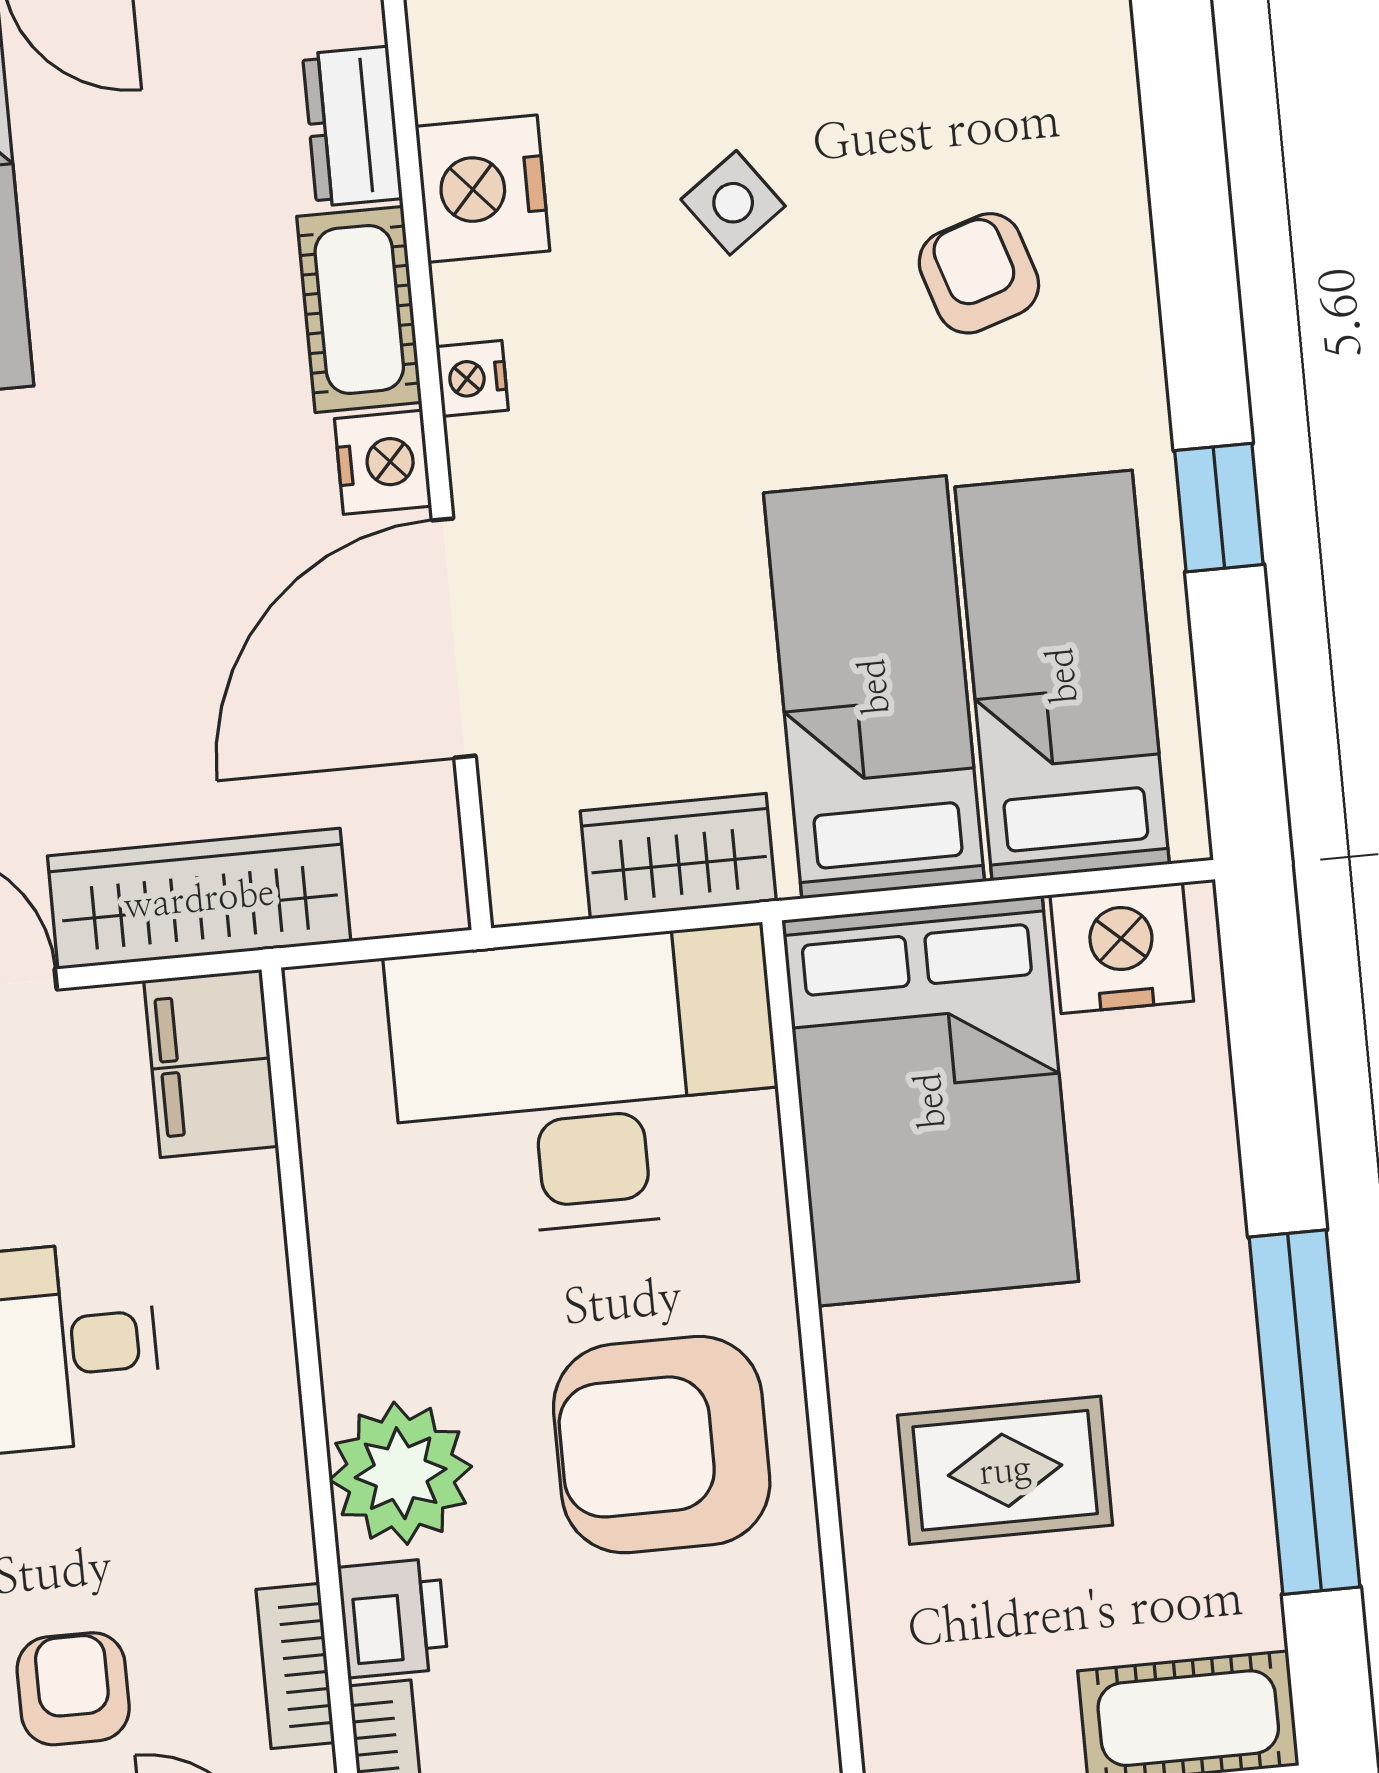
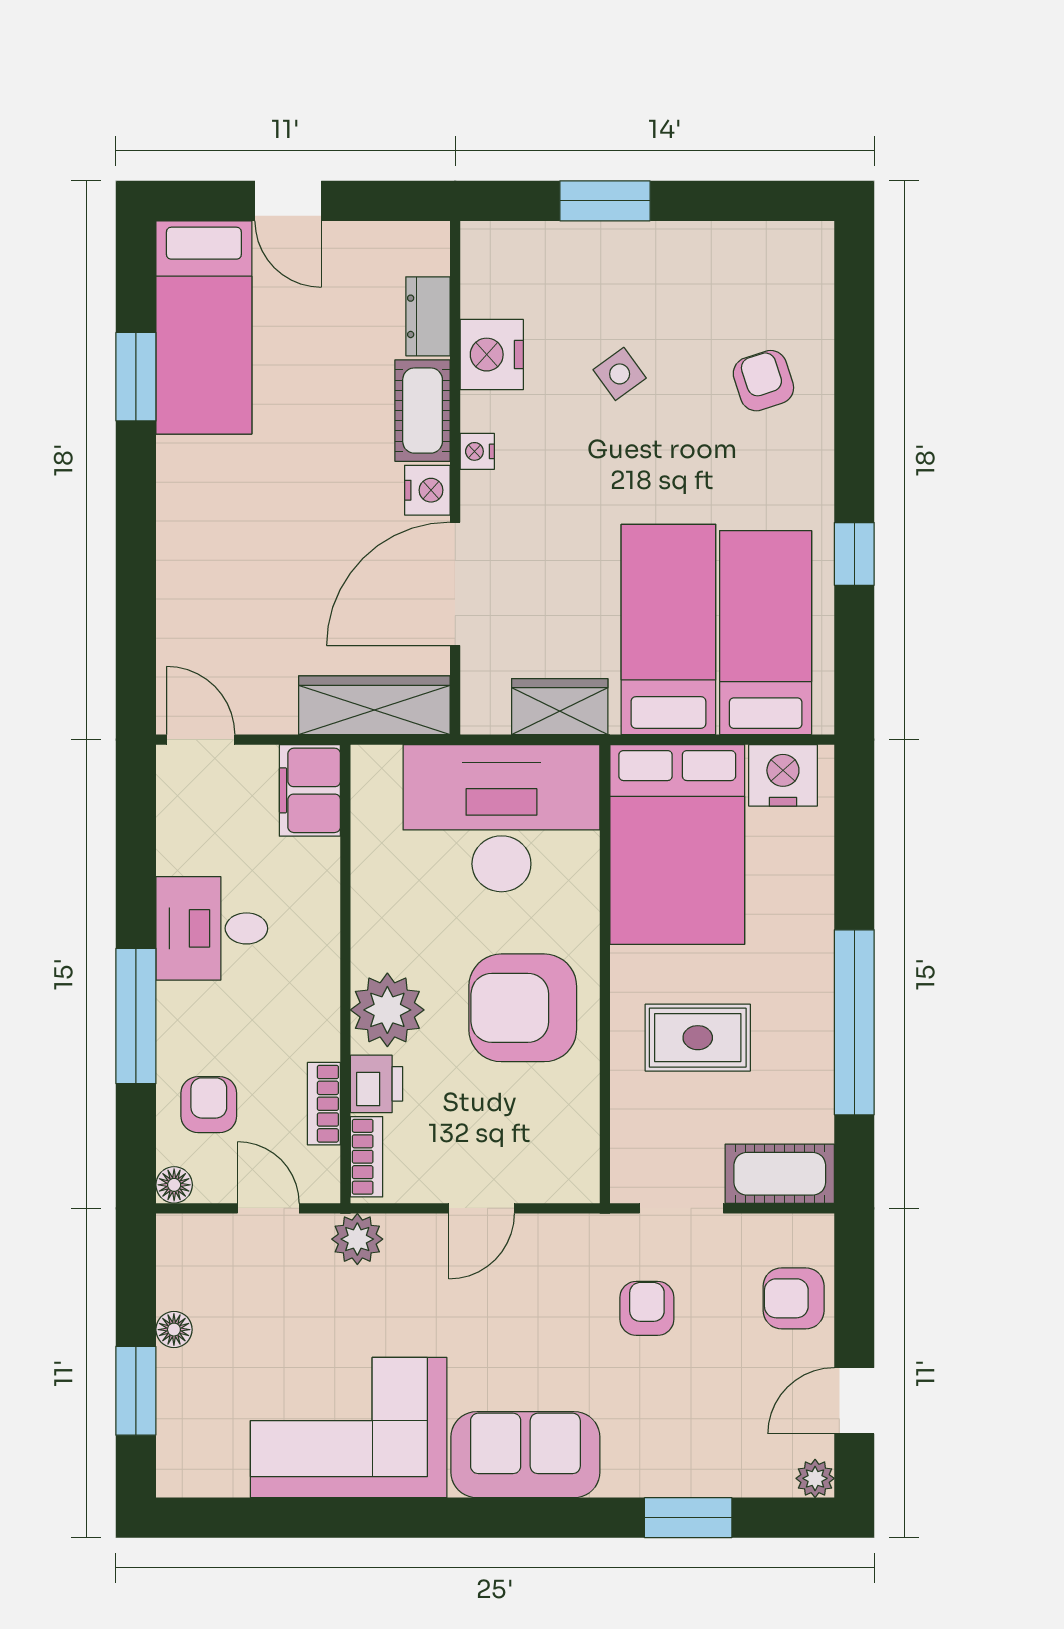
armchair: (979, 273) -> (763, 381), moved
wardrobe: (199, 899) -> (374, 705), moved

